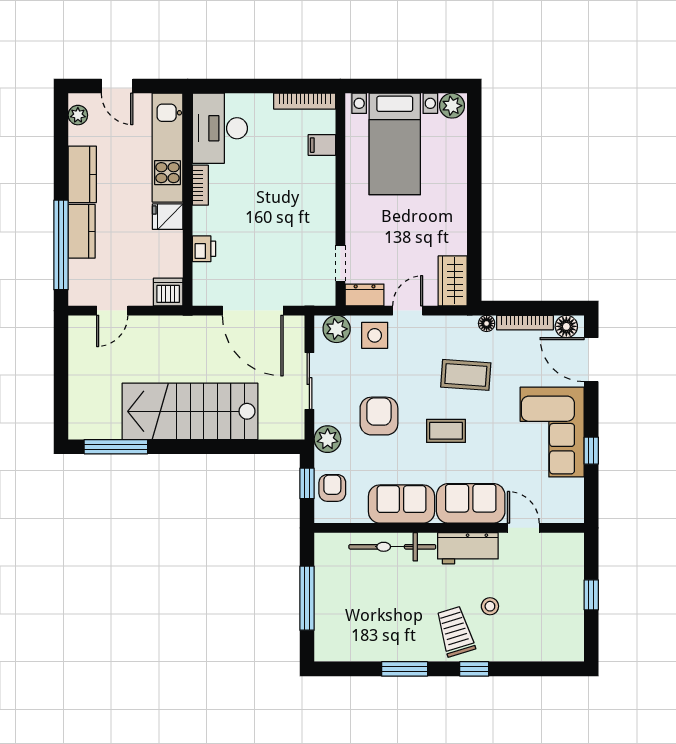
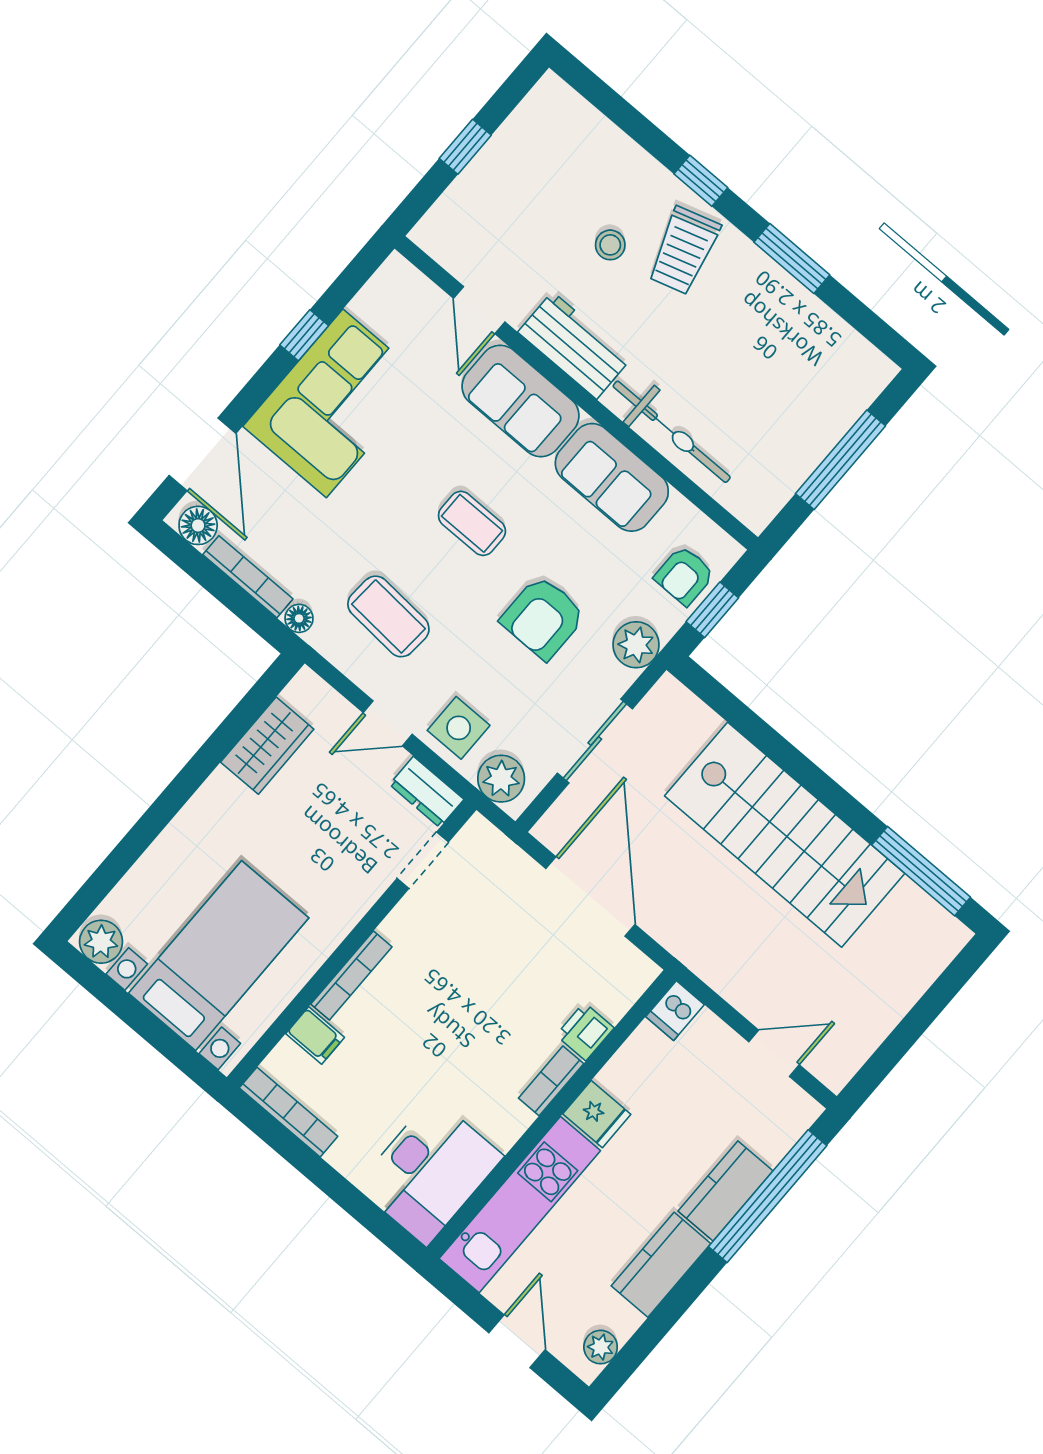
bookcase: (200, 185) -> (551, 1081), moved
bookcase: (329, 185) -> (351, 975), added
wardrobe: (453, 281) -> (267, 746), moved
dishwasher: (168, 292) -> (675, 1011), width x0.73
coffee table: (466, 375) -> (388, 616), moved

